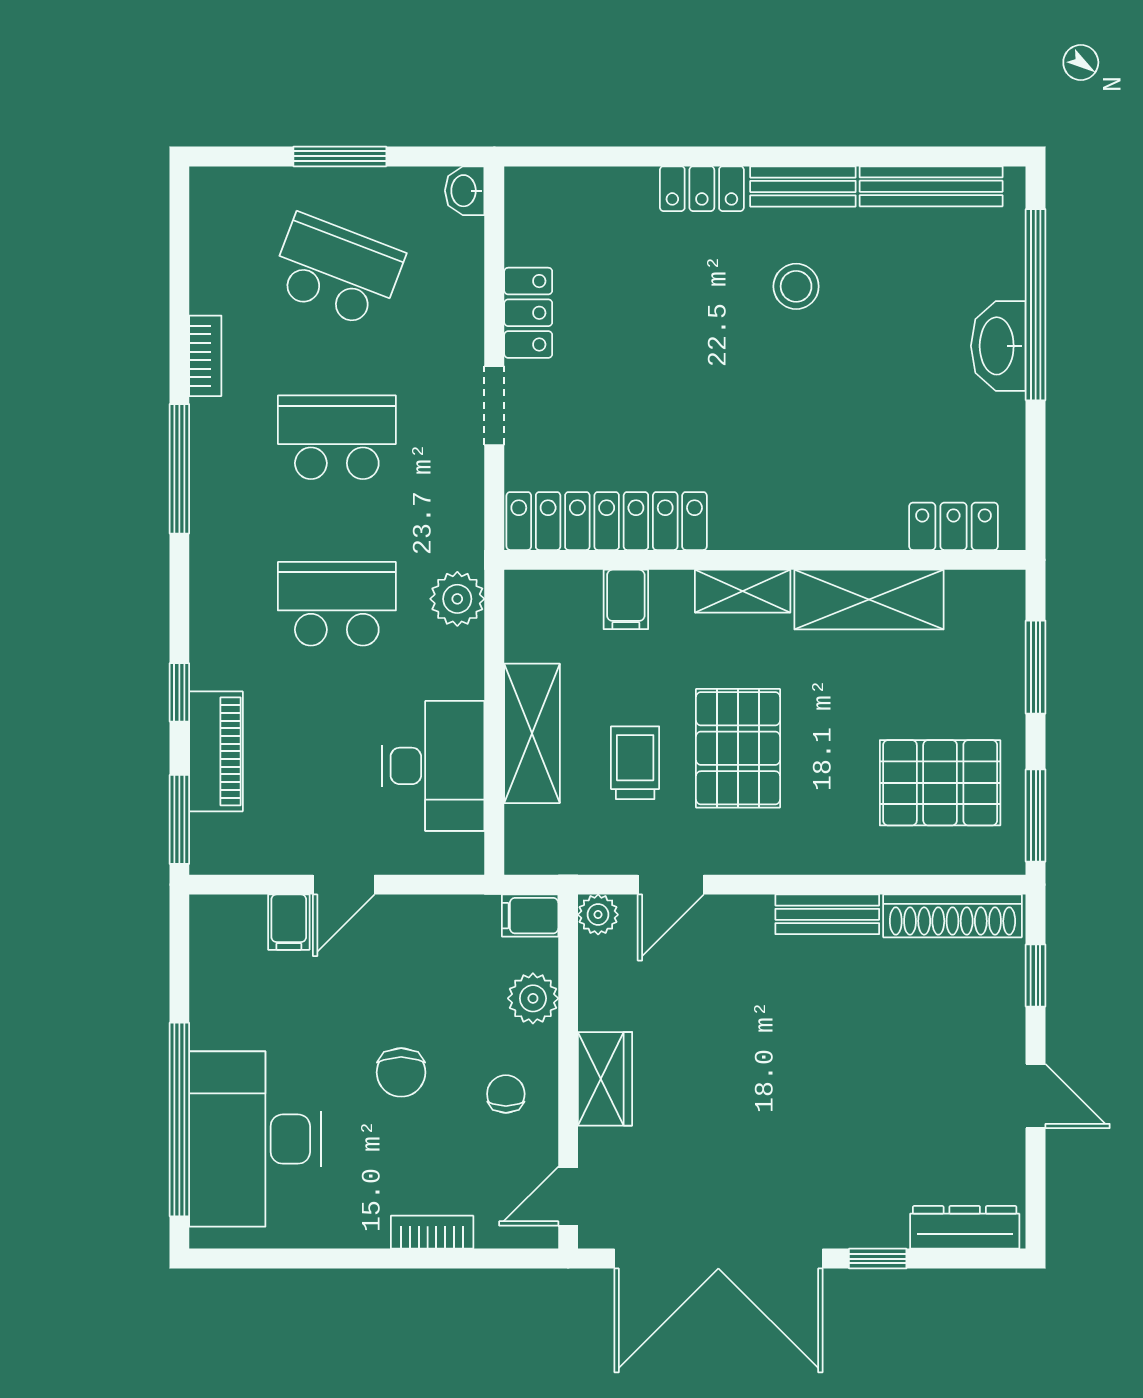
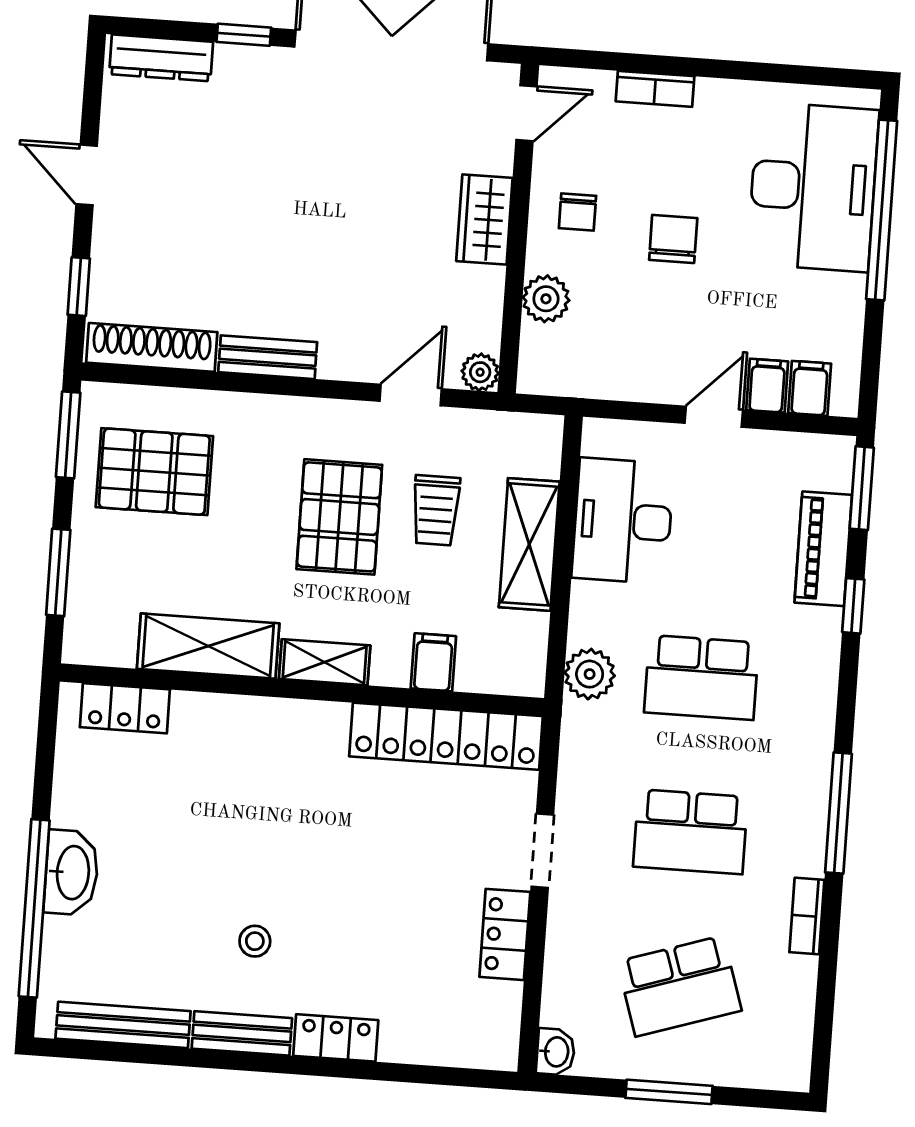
school desk: (337, 271) -> (679, 986), turned -39
stool: (796, 286) -> (255, 941), width x0.73, depth x0.73
filing cabinet: (530, 916) -> (810, 388), moved, turned -90

